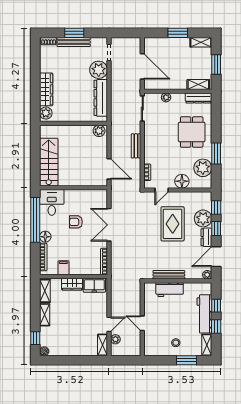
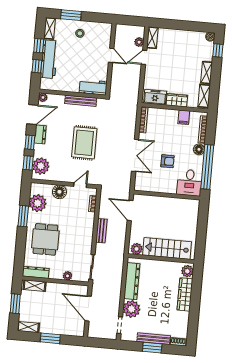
stairs: (49, 162) -> (167, 248), moved, turned 90
plant: (203, 218) -> (41, 166), moved
rug: (173, 224) -> (84, 143), moved
workbench: (170, 290) -> (93, 87), moved

